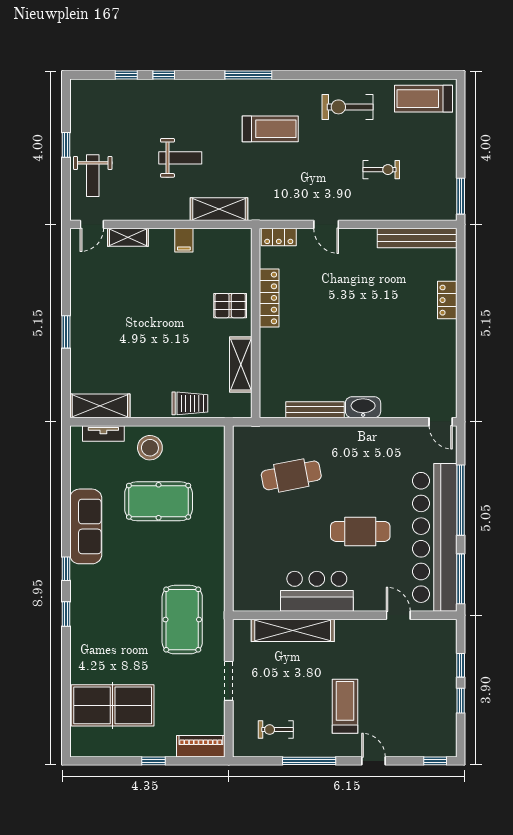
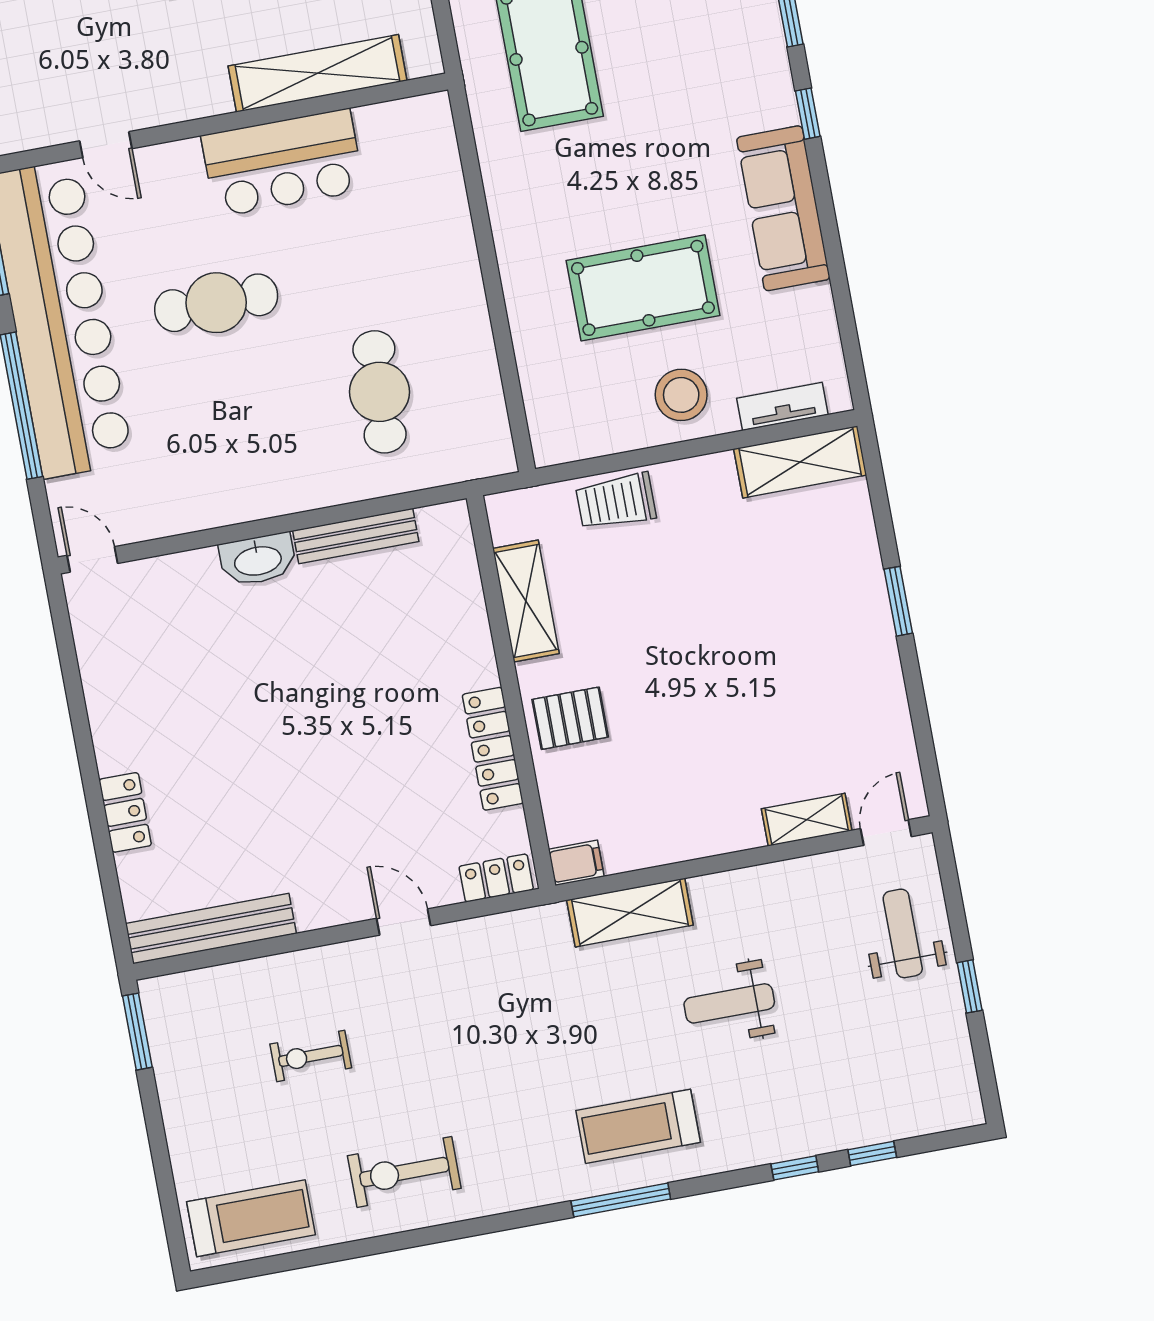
exercise bike: (348, 107) -> (404, 1172), turned 180
treadmill: (270, 129) -> (638, 1126), moved
filing cabinet: (184, 240) -> (576, 863), moved, turned 90
cafe table: (291, 475) -> (380, 392), turned -76

